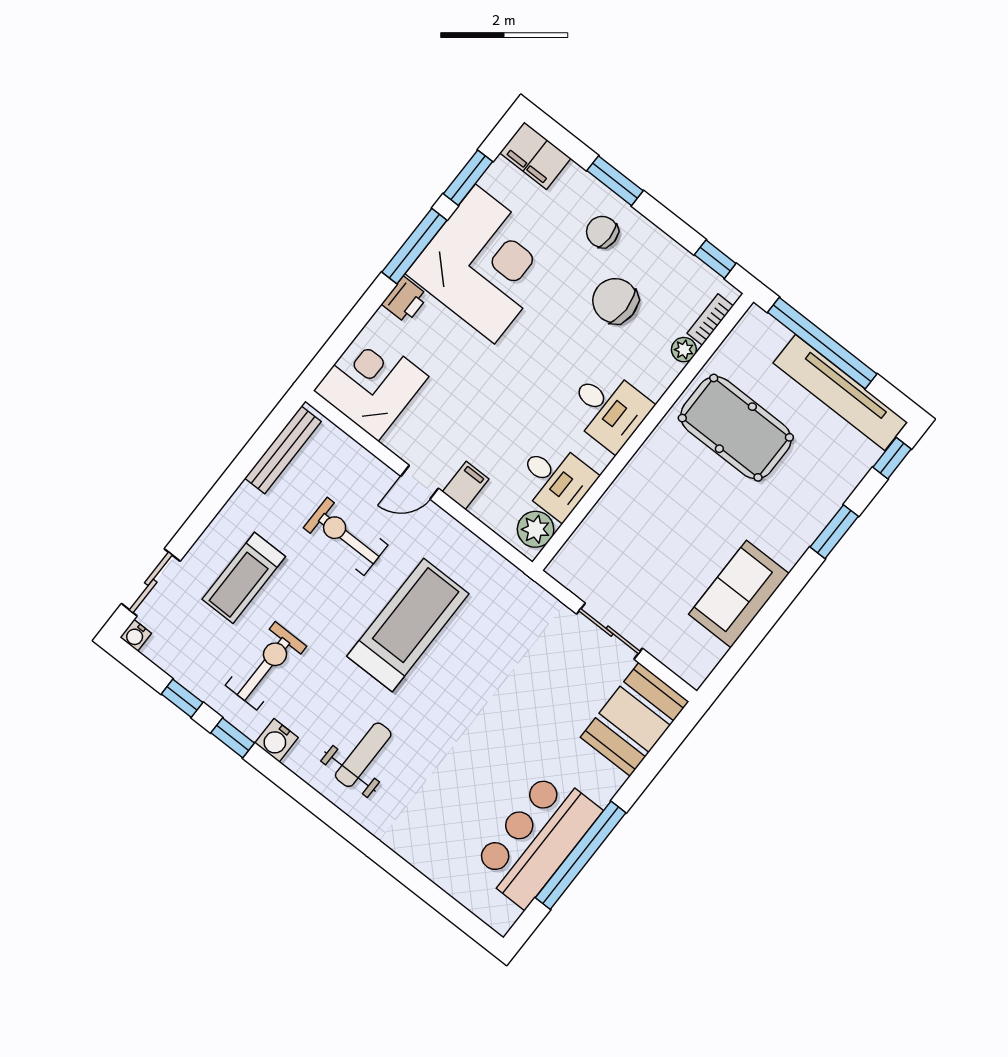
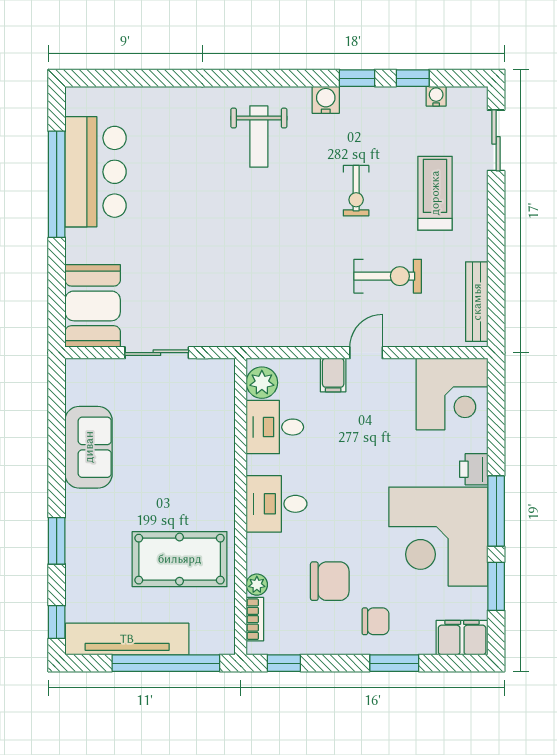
treadmill: (408, 625) -> (298, 249), removed
water cooler: (136, 635) -> (436, 96), moved
exercise bike: (266, 666) -> (356, 191), moved, width x0.73, depth x0.72

